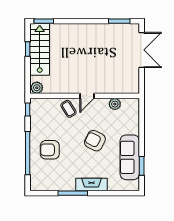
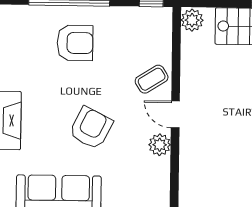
plant: (115, 104) -> (160, 145), moved
armchair: (50, 150) -> (75, 43), turned 90

